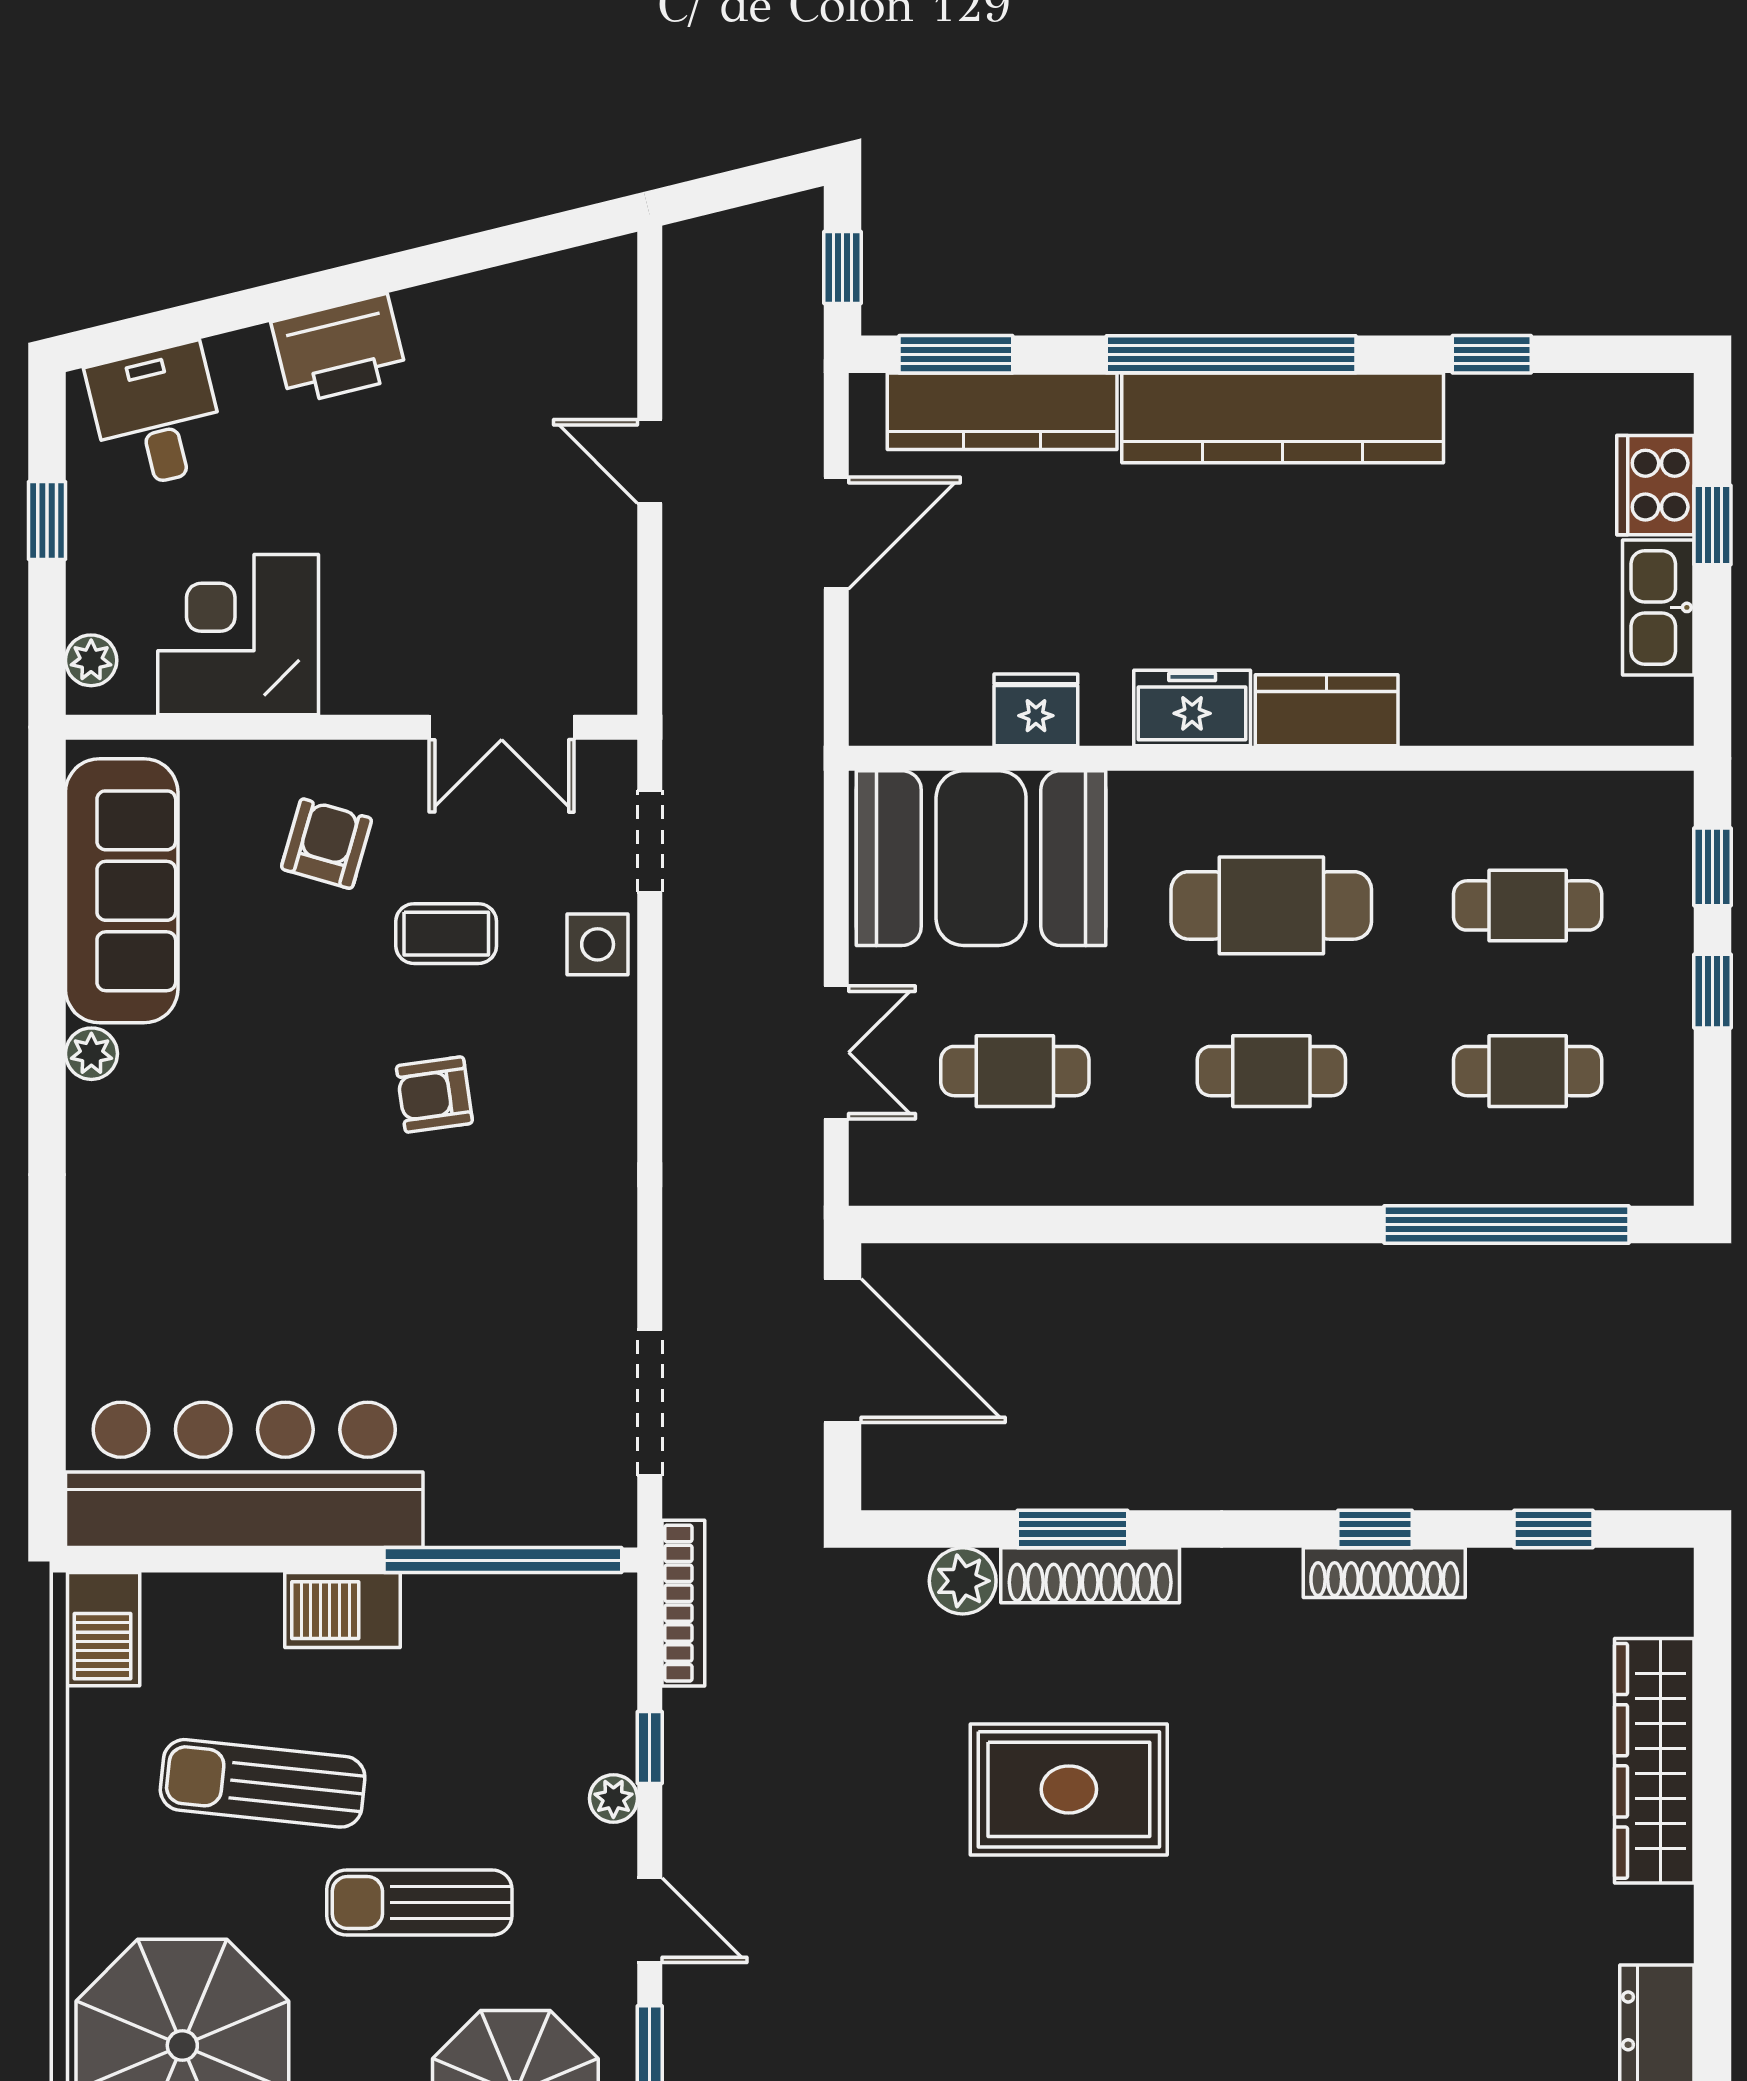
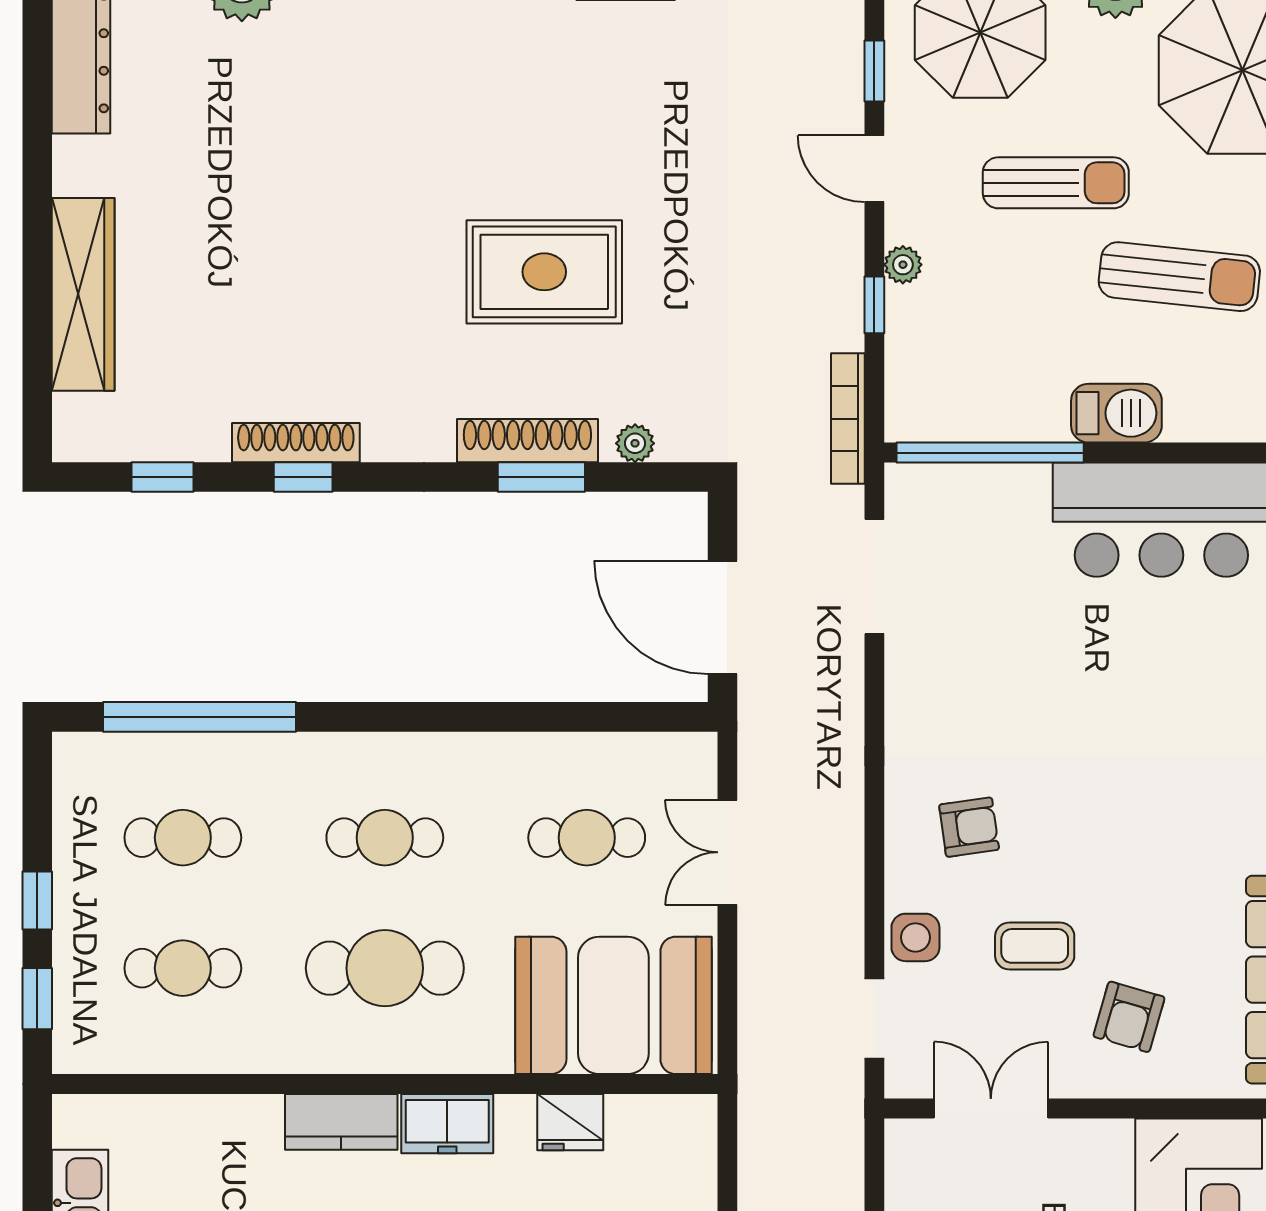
armchair: (434, 1095) -> (969, 827), moved
plant: (963, 1581) -> (635, 443), width x0.73, depth x0.73

